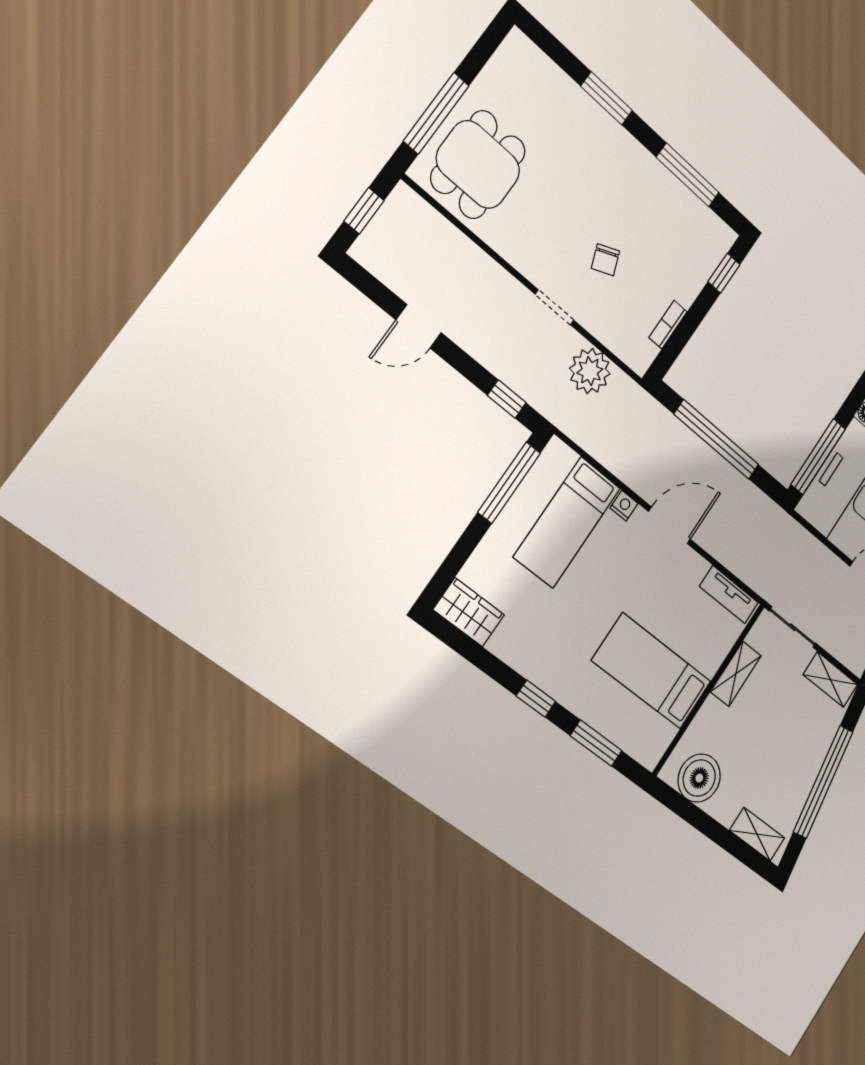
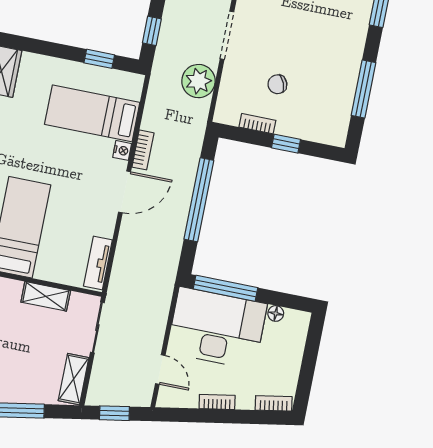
chair: (605, 260) -> (277, 84), moved
window: (724, 273) -> (286, 144), moved
doorway: (554, 307) -> (227, 35), width x1.38
bookcase: (635, 480) -> (143, 150), added
window: (509, 483) -> (99, 59), width x0.46
door: (669, 525) -> (124, 192), hinge flipped

